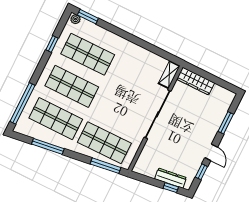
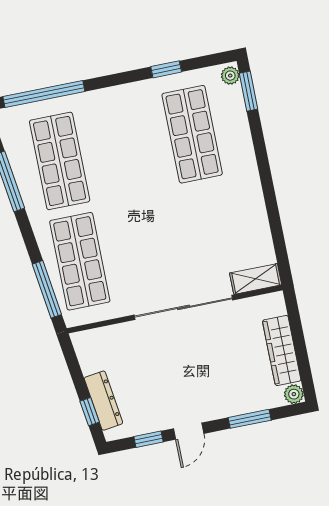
wardrobe: (196, 81) -> (282, 350), moved
shop shelf: (72, 86) -> (126, 148), removed
plant: (230, 96) -> (294, 394), added

